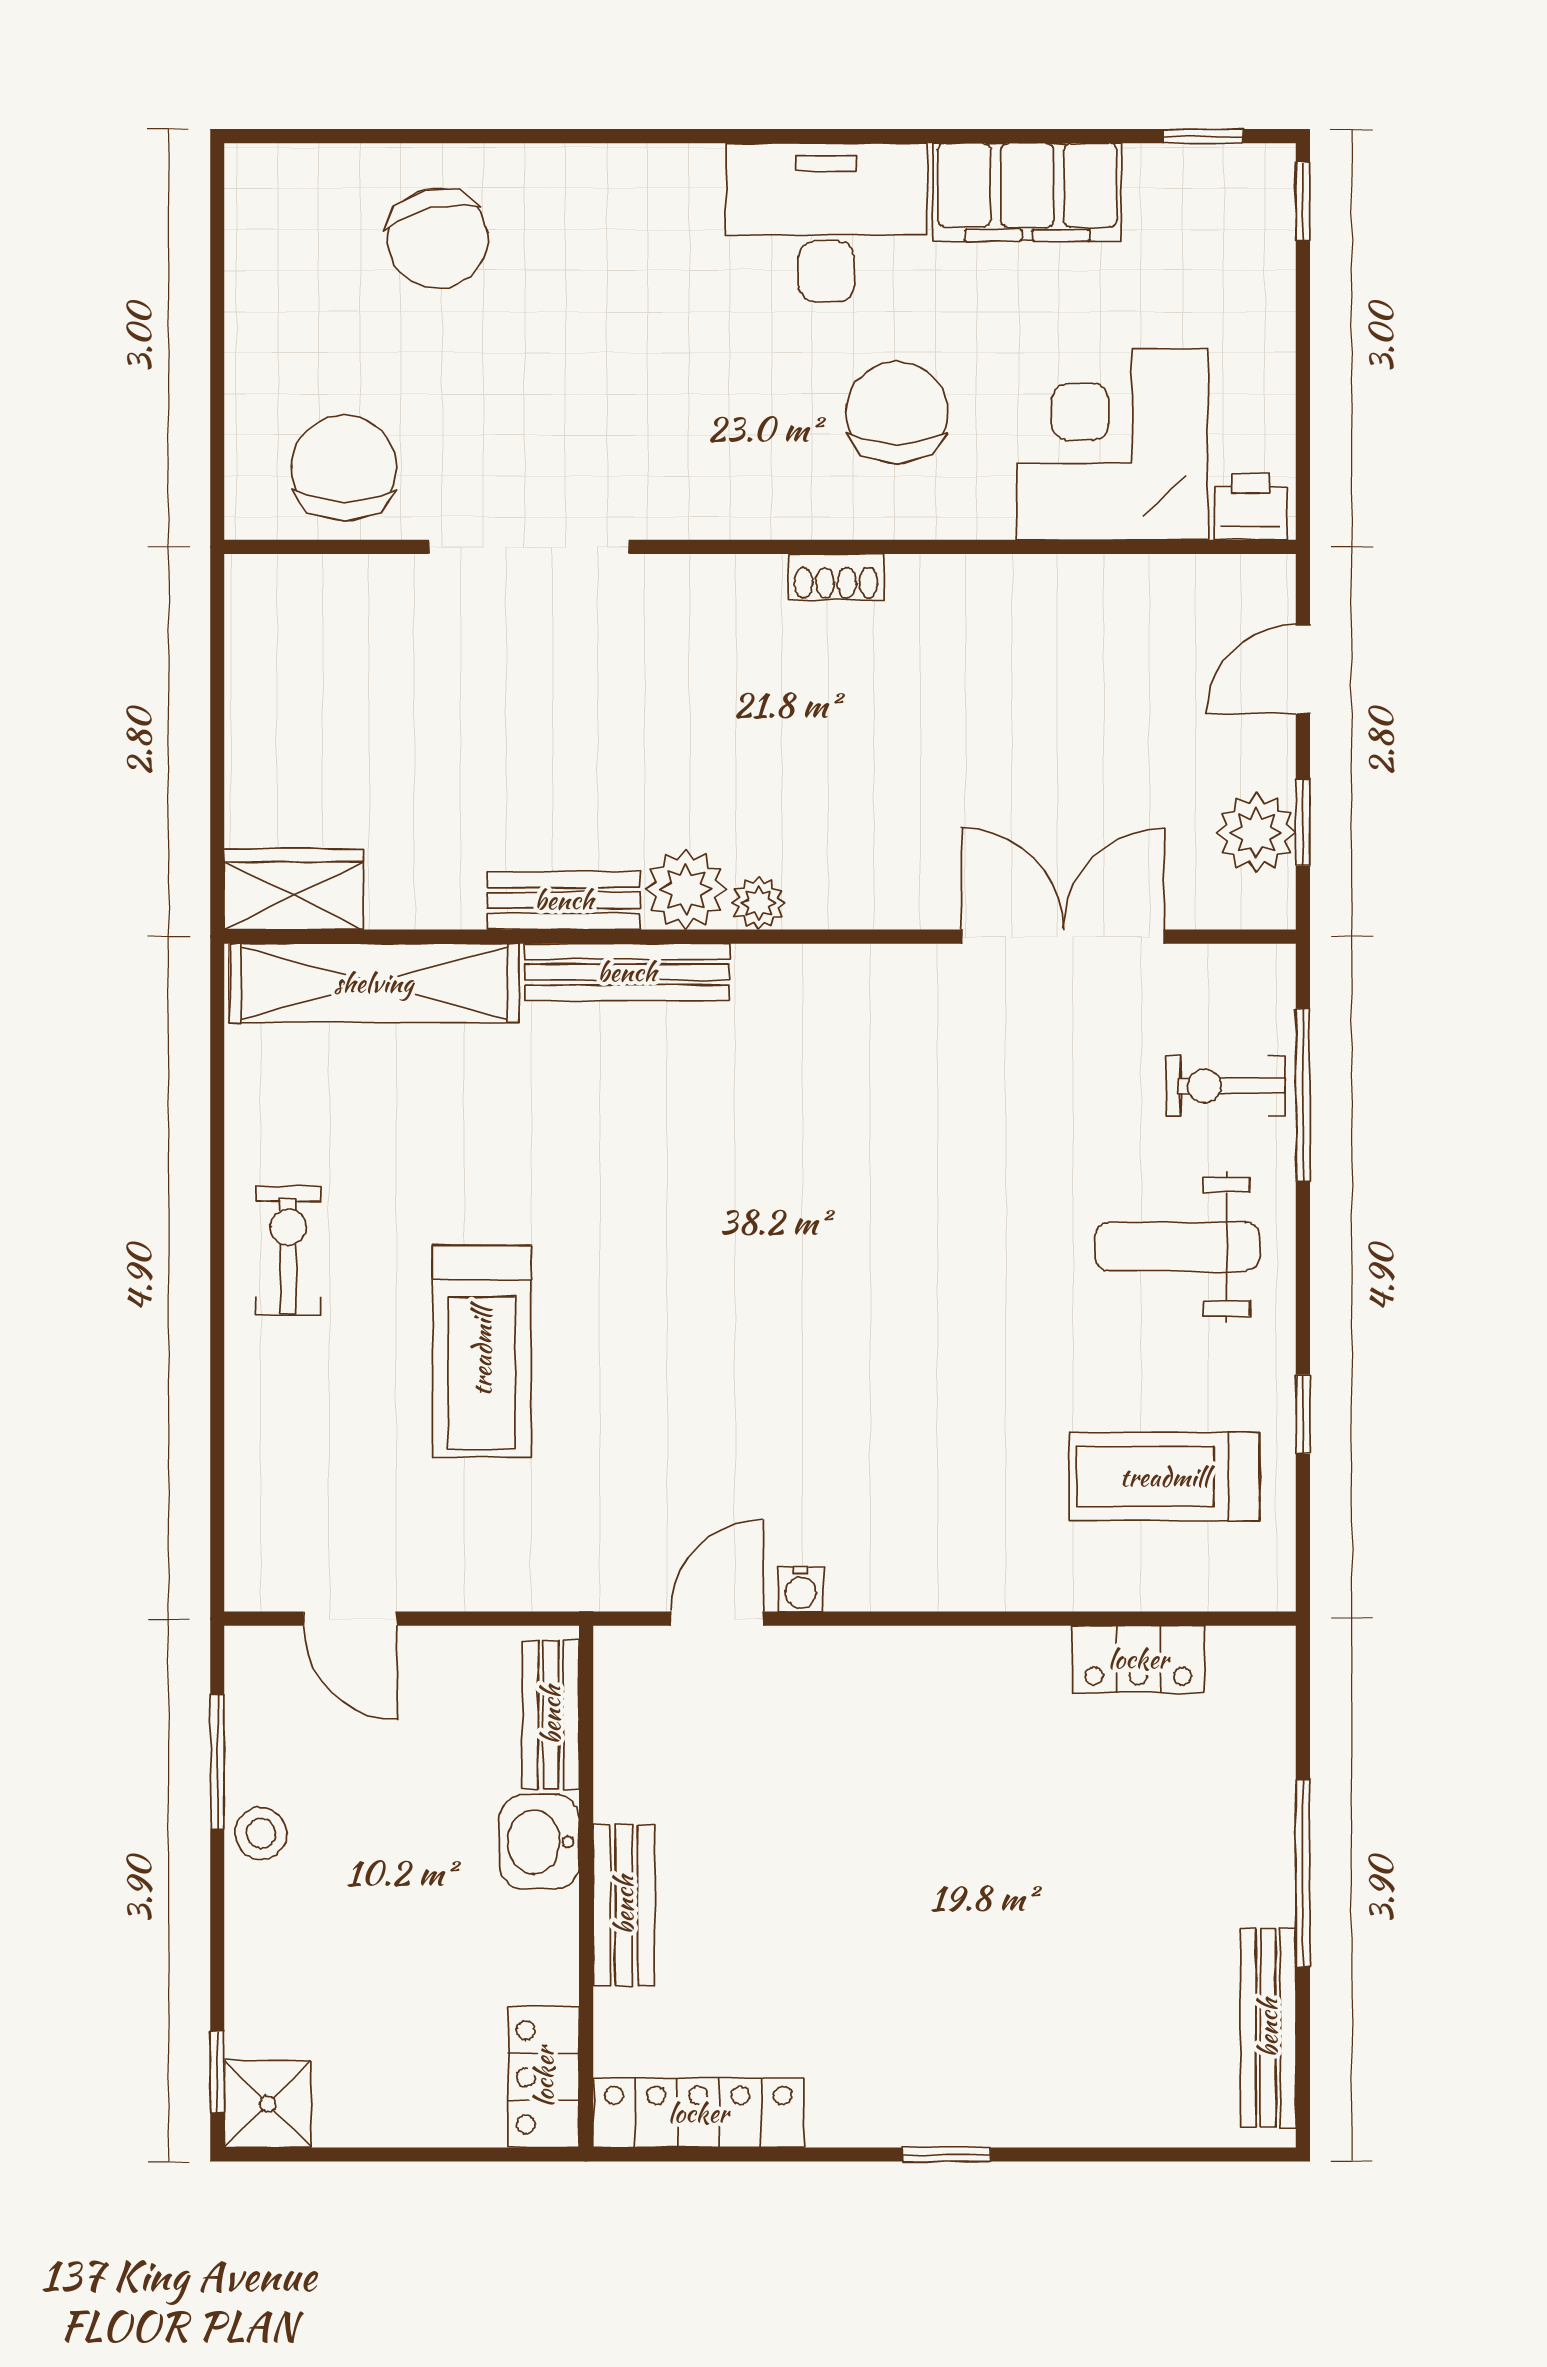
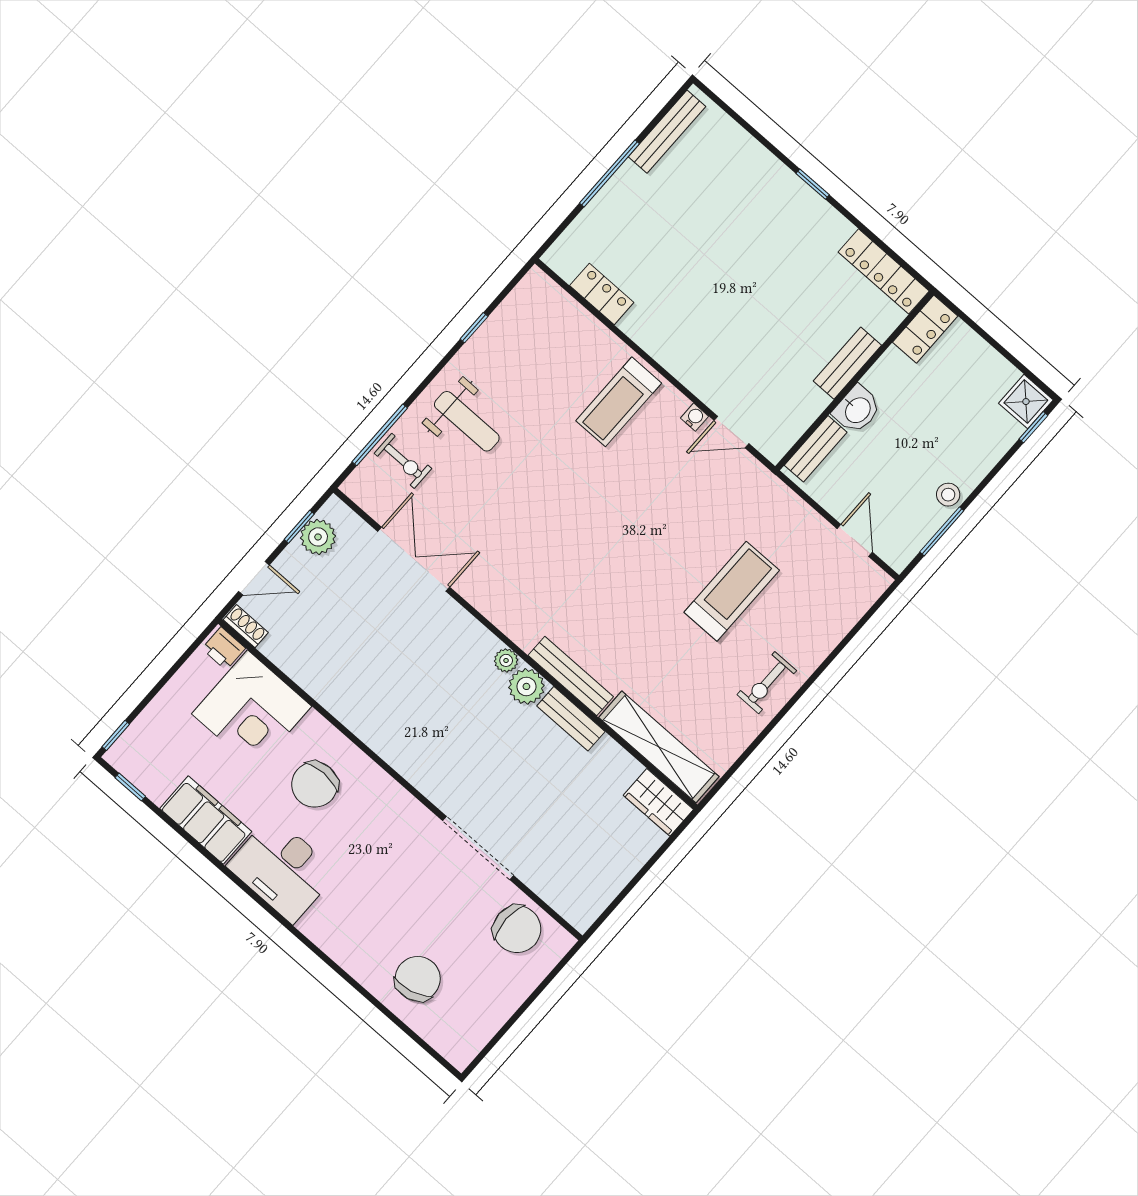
chair: (344, 468) -> (517, 929), turned -90
shoe rack: (836, 577) -> (246, 626), moved
double door: (1063, 937) -> (414, 559), swing flipped
treadmill: (1164, 1477) -> (619, 402), moved, turned 90

